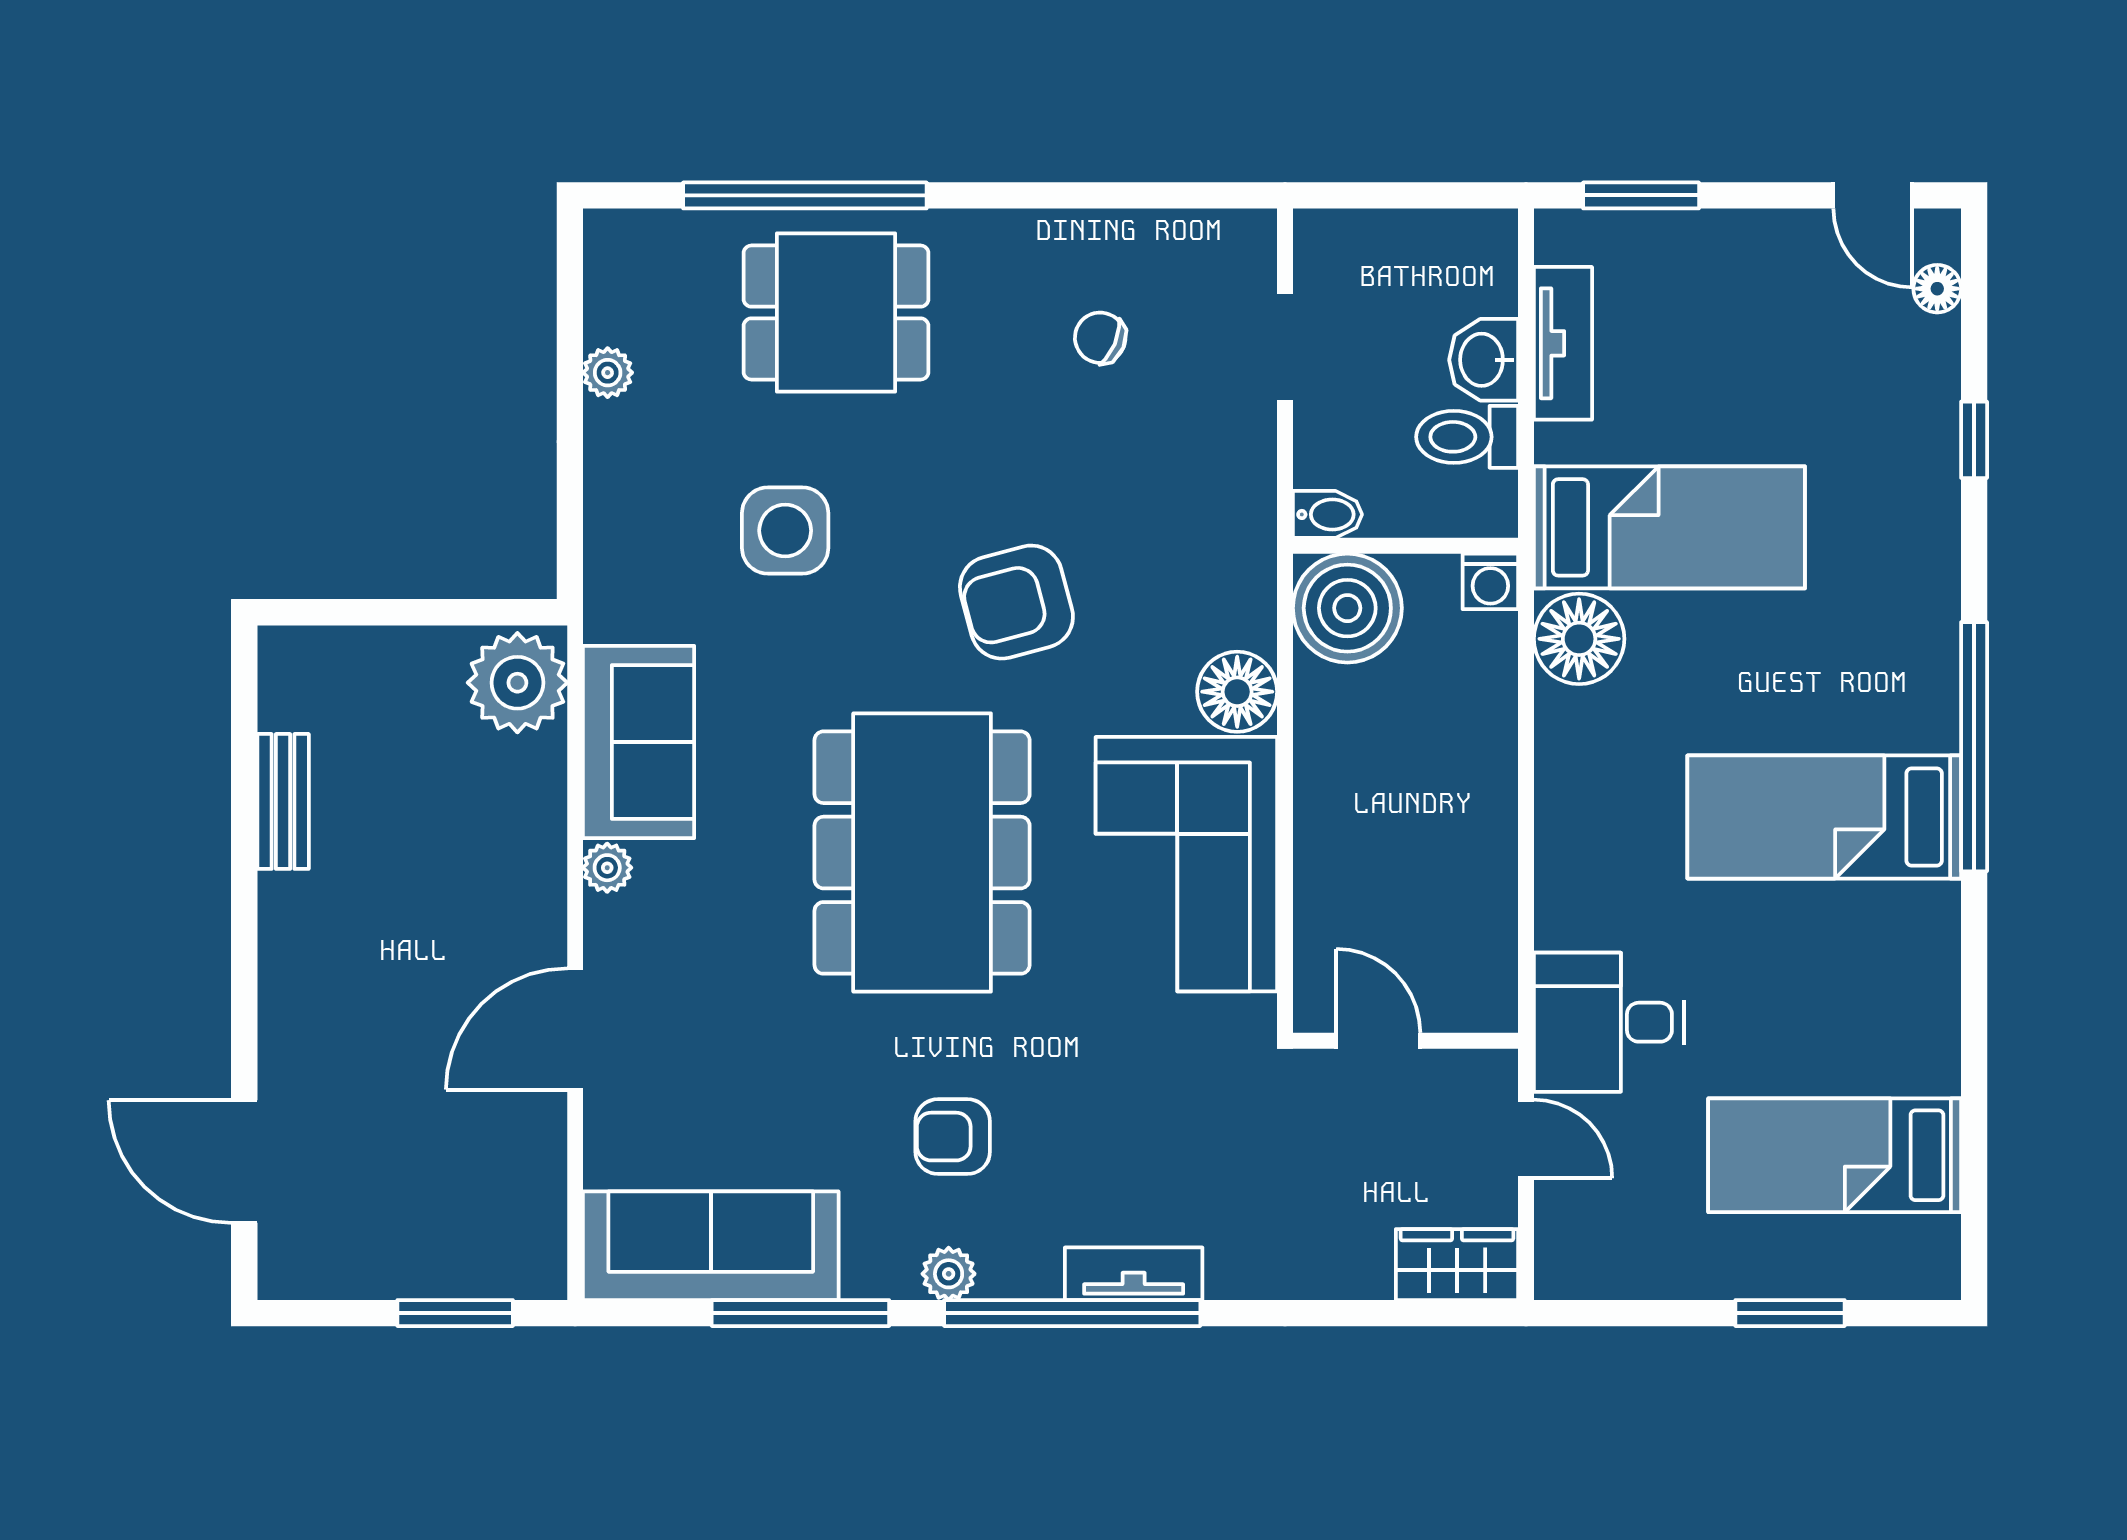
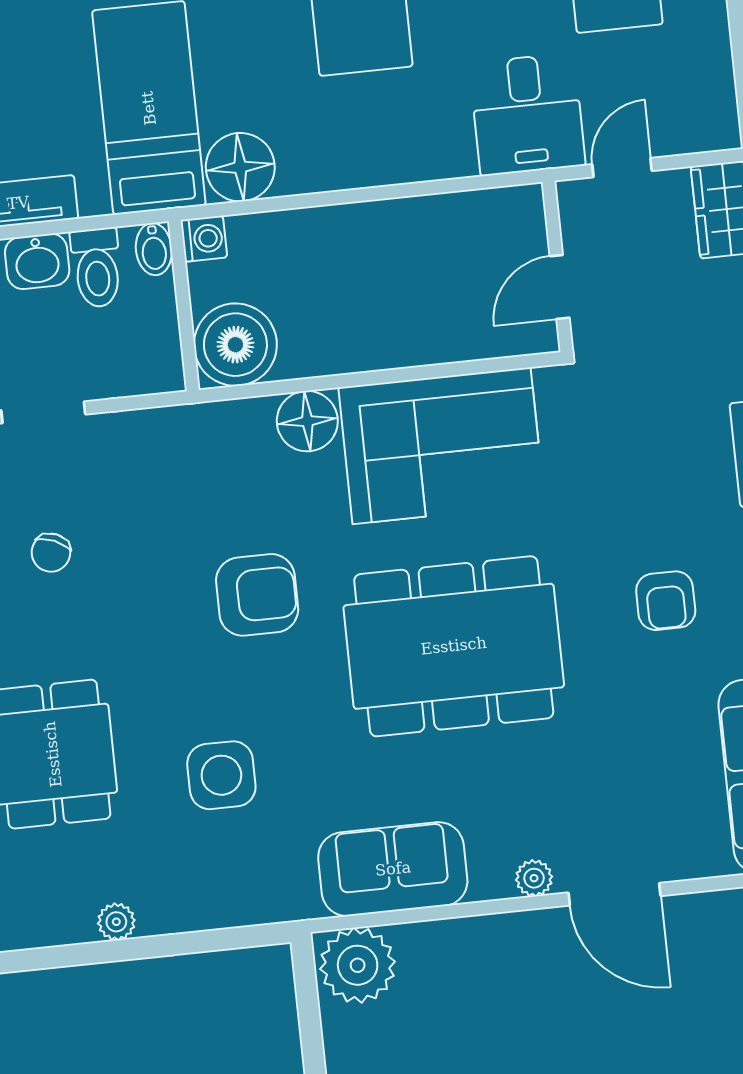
bidet: (1327, 514) -> (154, 249), moved, turned 180
armchair: (1016, 602) -> (257, 595), turned -75
plant: (607, 868) -> (534, 878), moved

